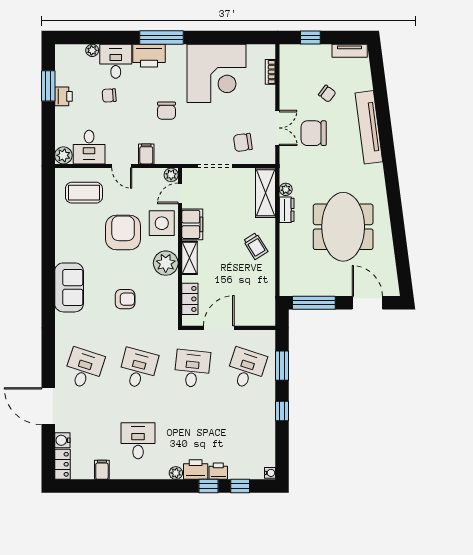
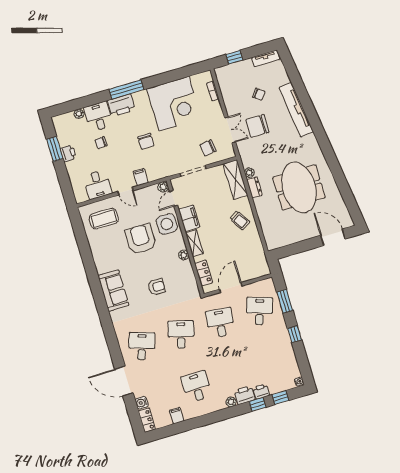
plant: (63, 155) -> (81, 196), removed
plant: (166, 263) -> (184, 255), width x0.53, depth x0.53
window: (314, 303) -> (294, 249), removed

